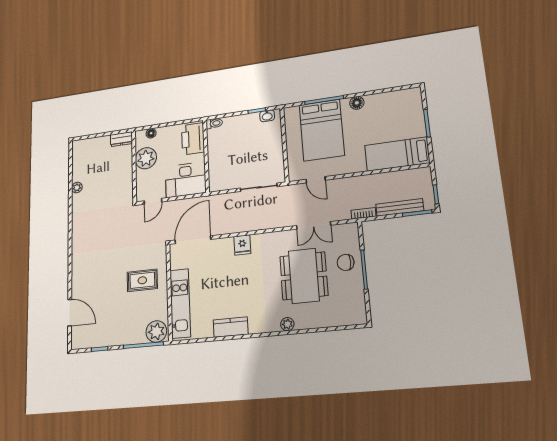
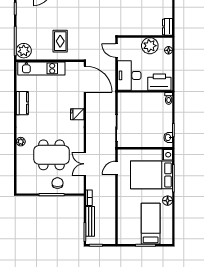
nightstand: (291, 113) -> (167, 155), added
bed: (397, 154) -> (151, 224), moved

